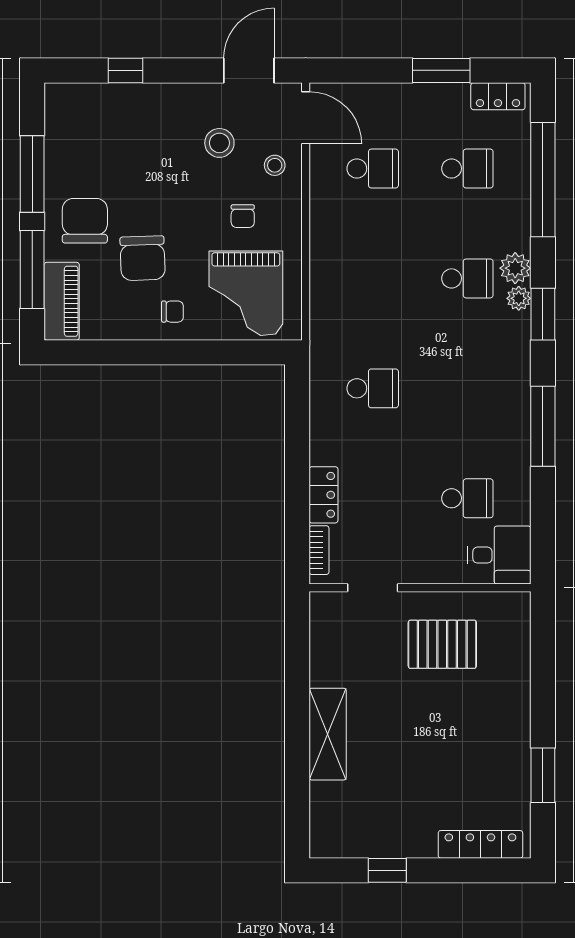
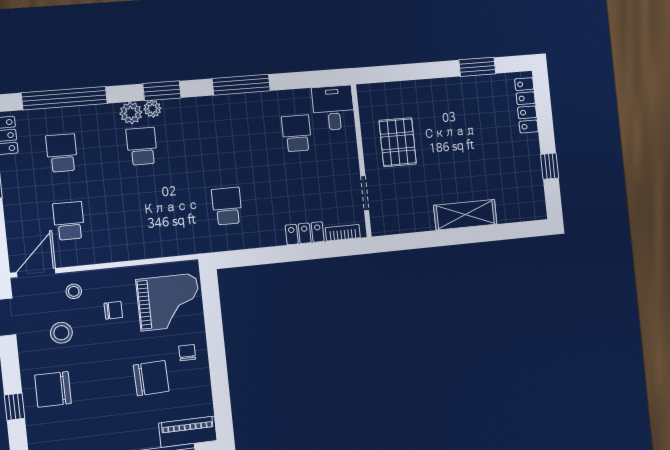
chair: (85, 221) -> (53, 389), moved

